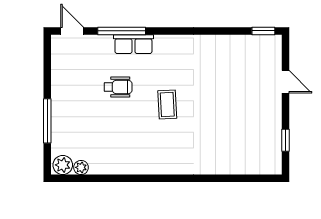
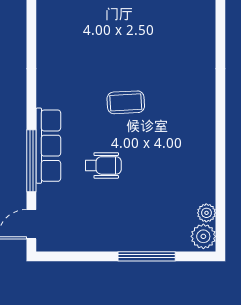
row of seats: (133, 44) -> (48, 146), width x1.48
wheelchair: (118, 87) -> (103, 165), turned 90

